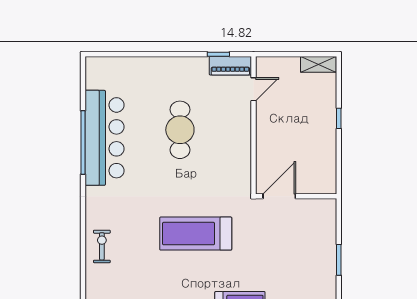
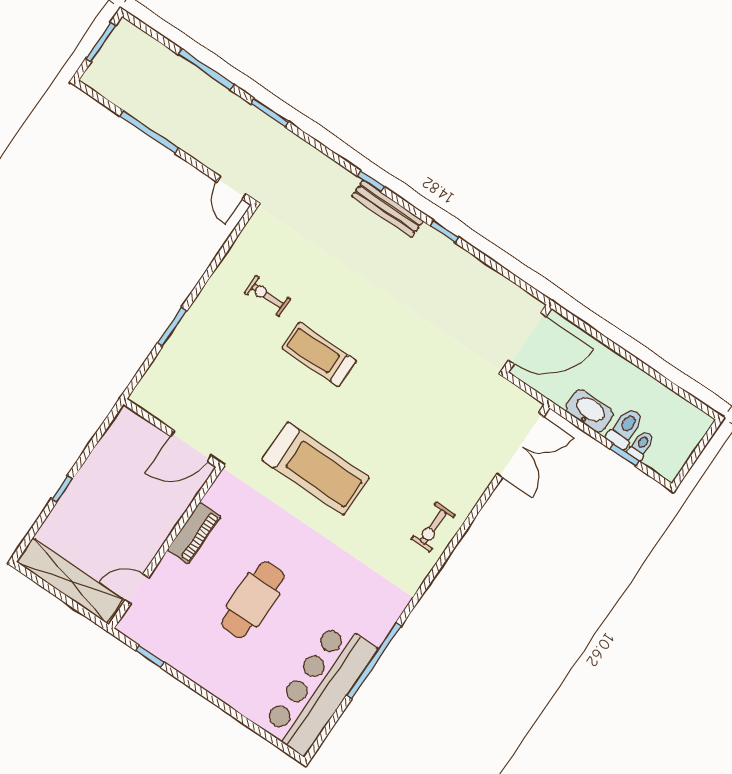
shelving: (318, 64) -> (70, 581), width x2.20, depth x1.33
piano: (230, 66) -> (194, 533), moved, turned 90
bar counter: (104, 138) -> (319, 688), moved

